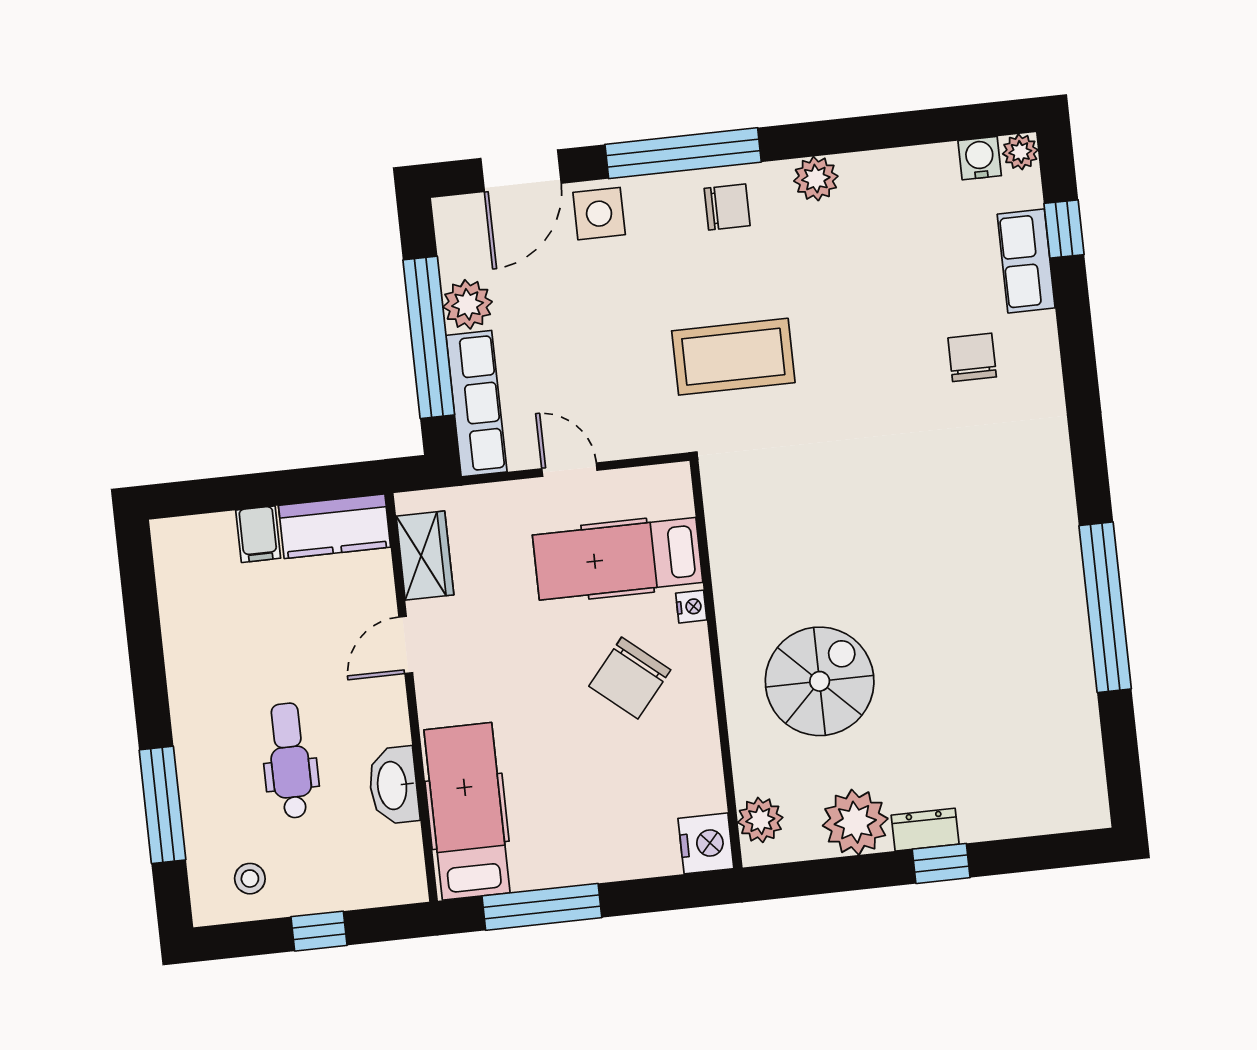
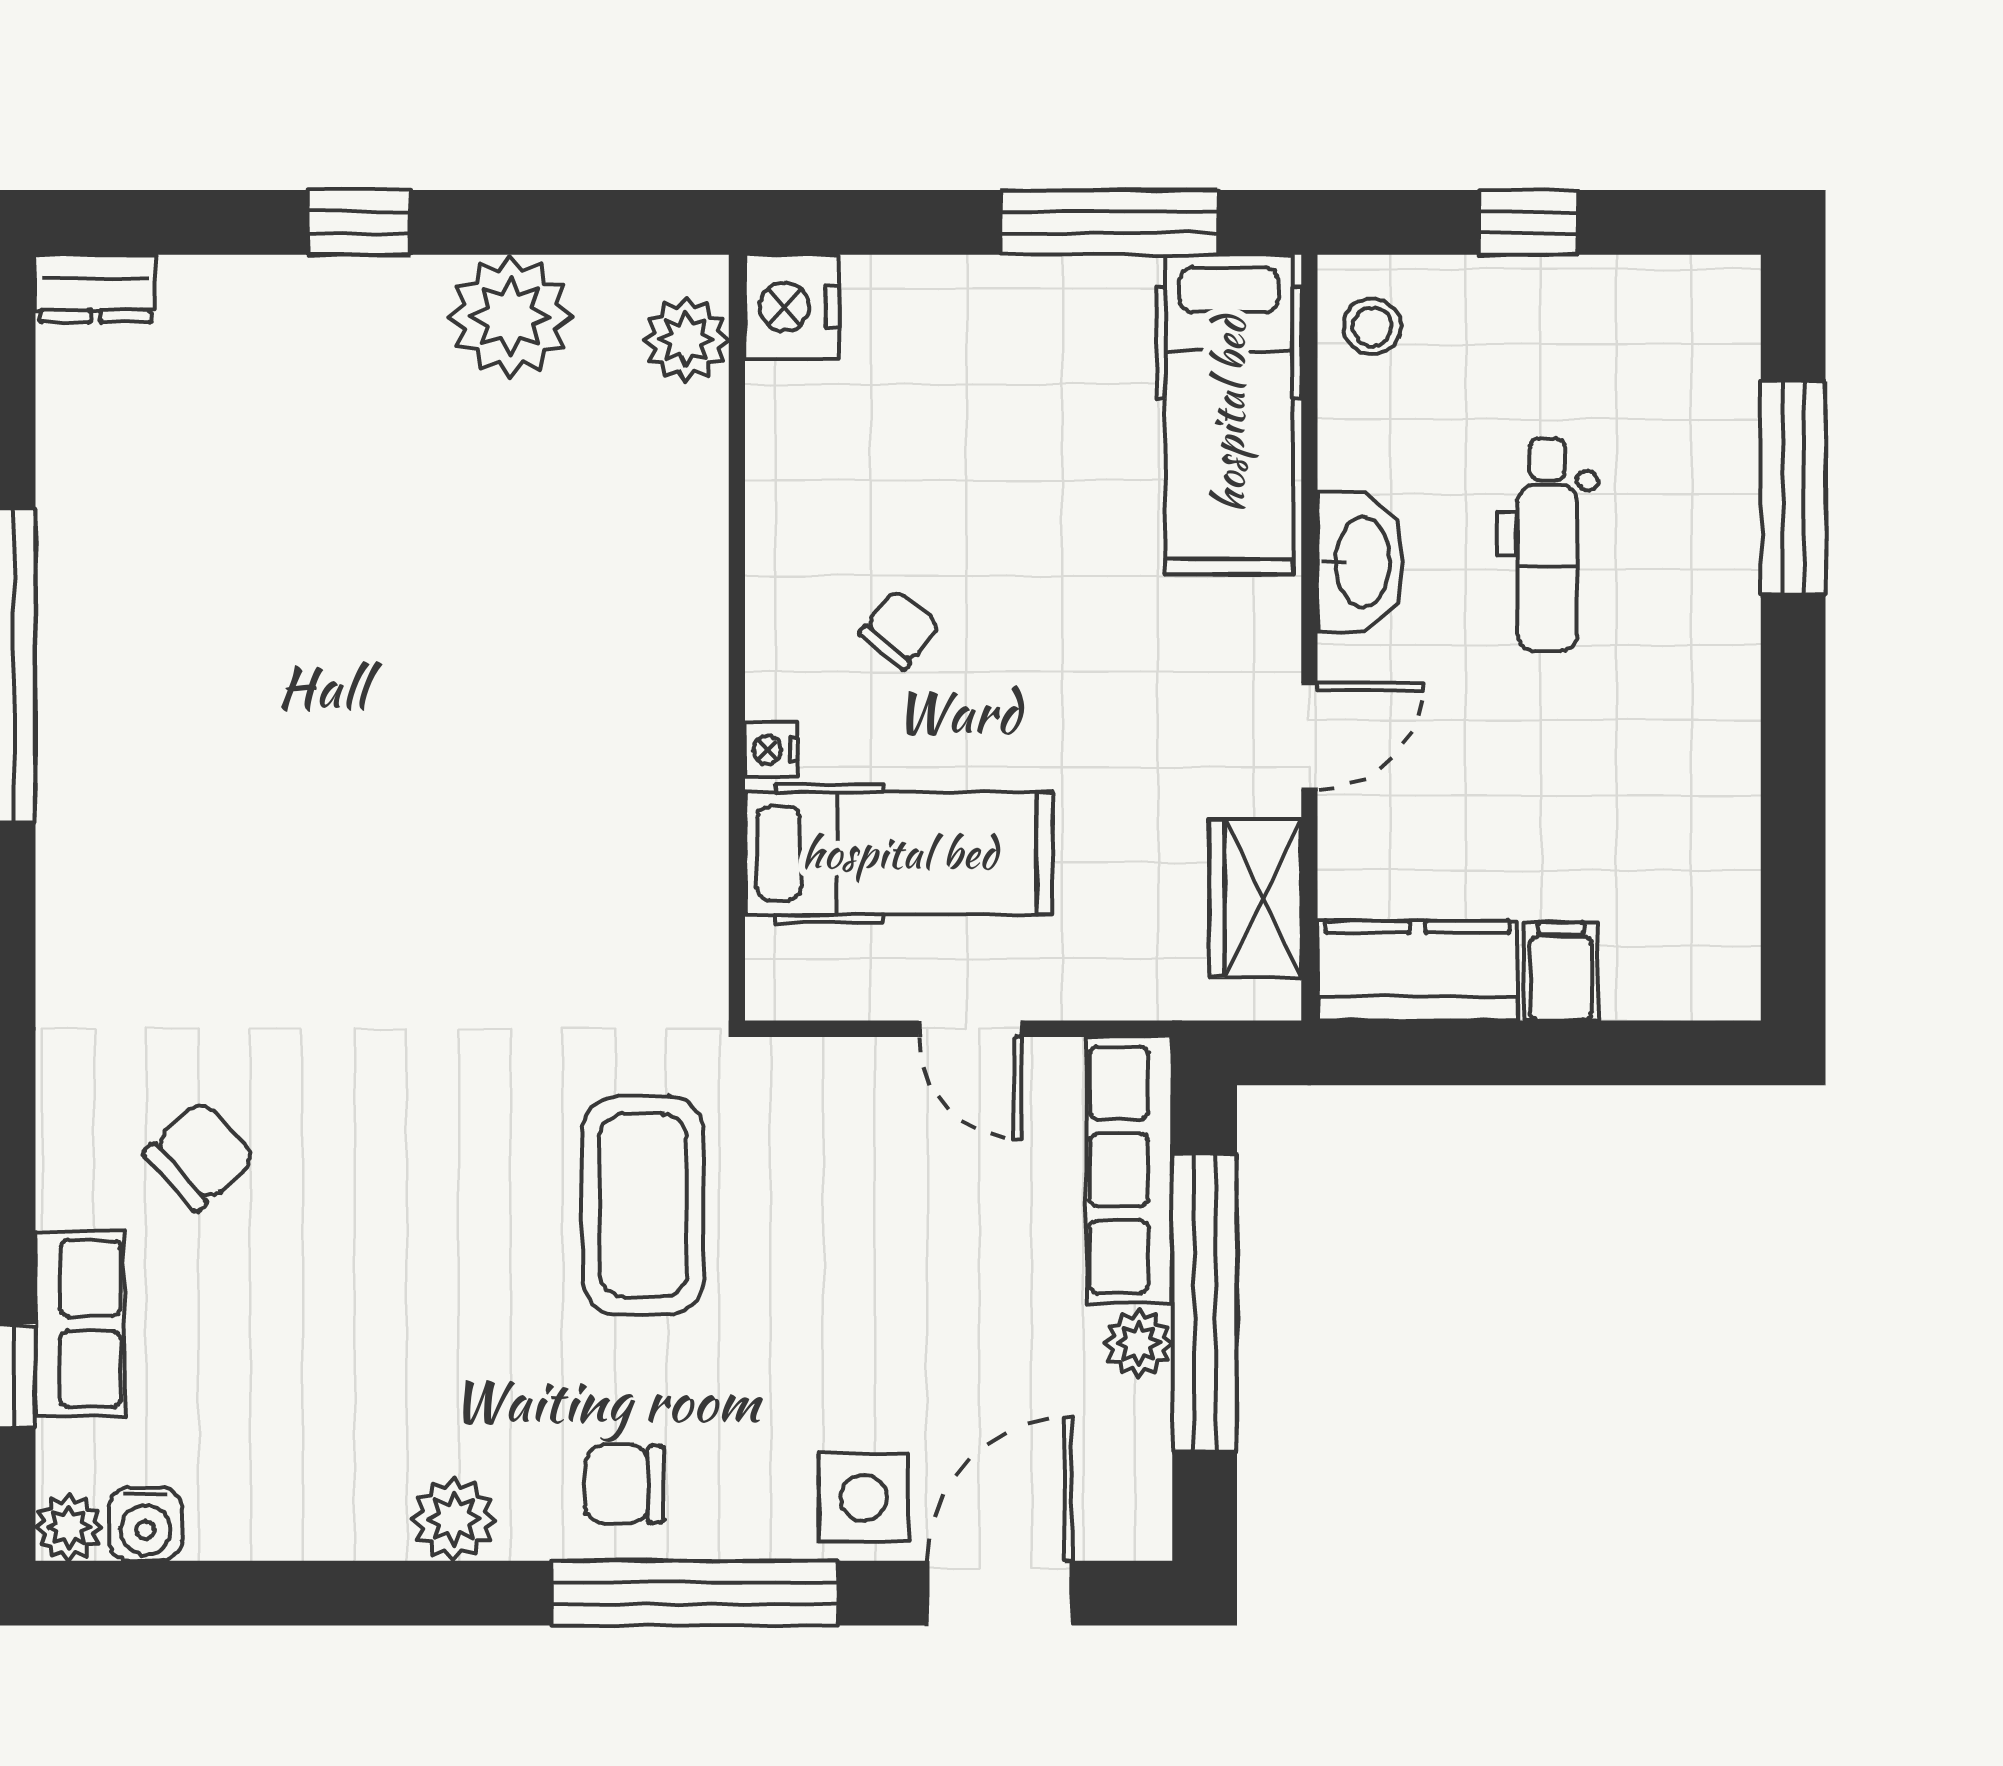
plant: (468, 304) -> (1138, 1343), width x0.73, depth x0.73
coffee table: (733, 357) -> (643, 1205), turned 90
chair: (972, 357) -> (200, 1156), turned -132
chair: (630, 678) -> (900, 629), width x0.54, depth x0.54
spiral stairs: (820, 681) -> (548, 585), removed
washbasin: (393, 785) -> (1360, 562), moved
dresser: (925, 830) -> (95, 288), moved
stool: (250, 879) -> (1372, 326), moved

